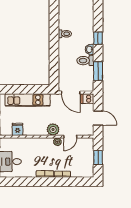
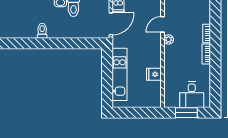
fridge: (18, 129) -> (154, 74), moved
plant: (53, 129) -> (154, 45), removed
door: (70, 137) -> (163, 24), swing flipped

